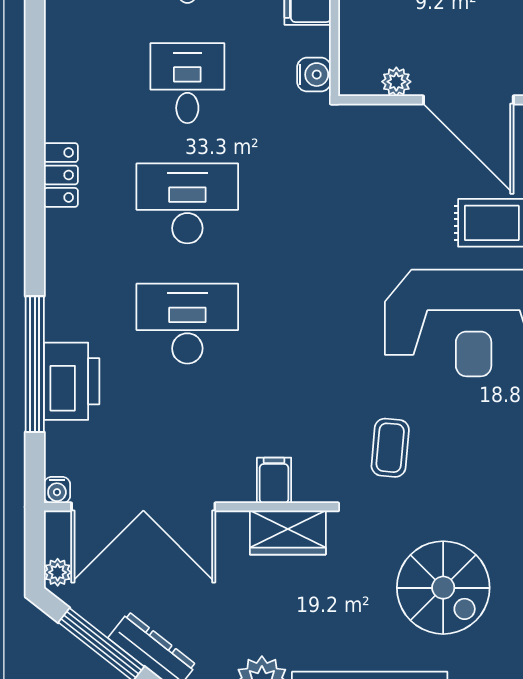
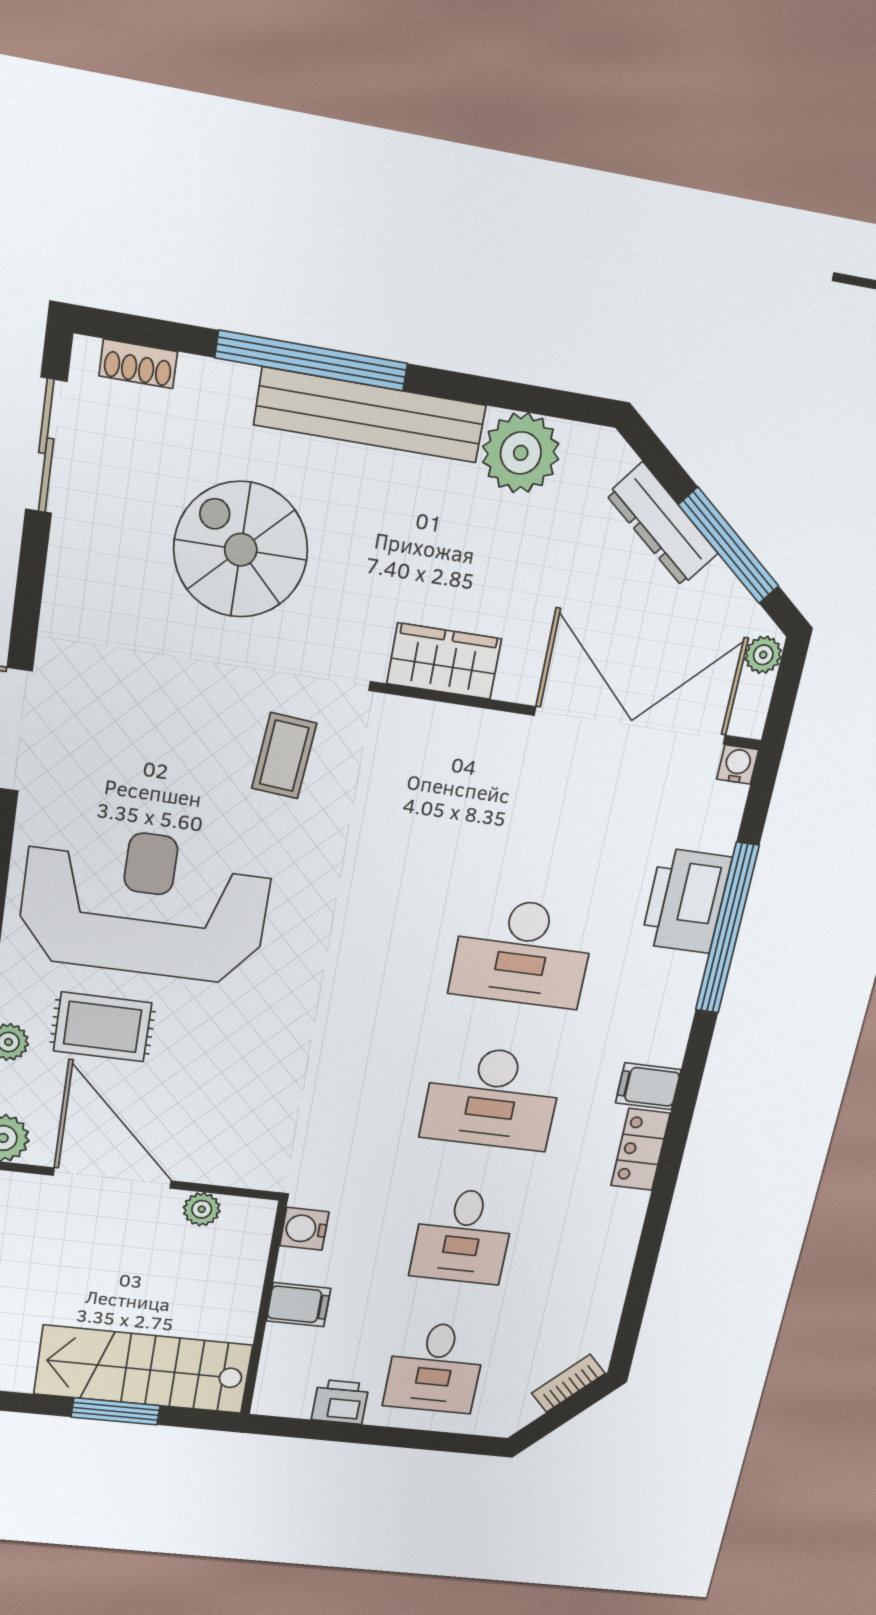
filing cabinet: (274, 480) -> (648, 1086), moved, turned 90

